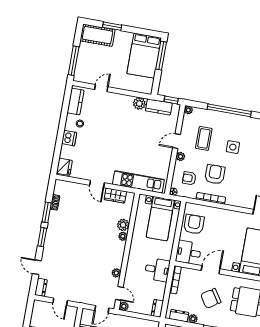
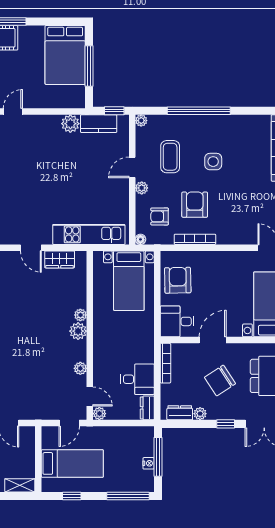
window: (161, 56) -> (89, 66), moved
plant: (123, 225) -> (78, 331), moved
desk: (157, 270) -> (137, 379), moved

